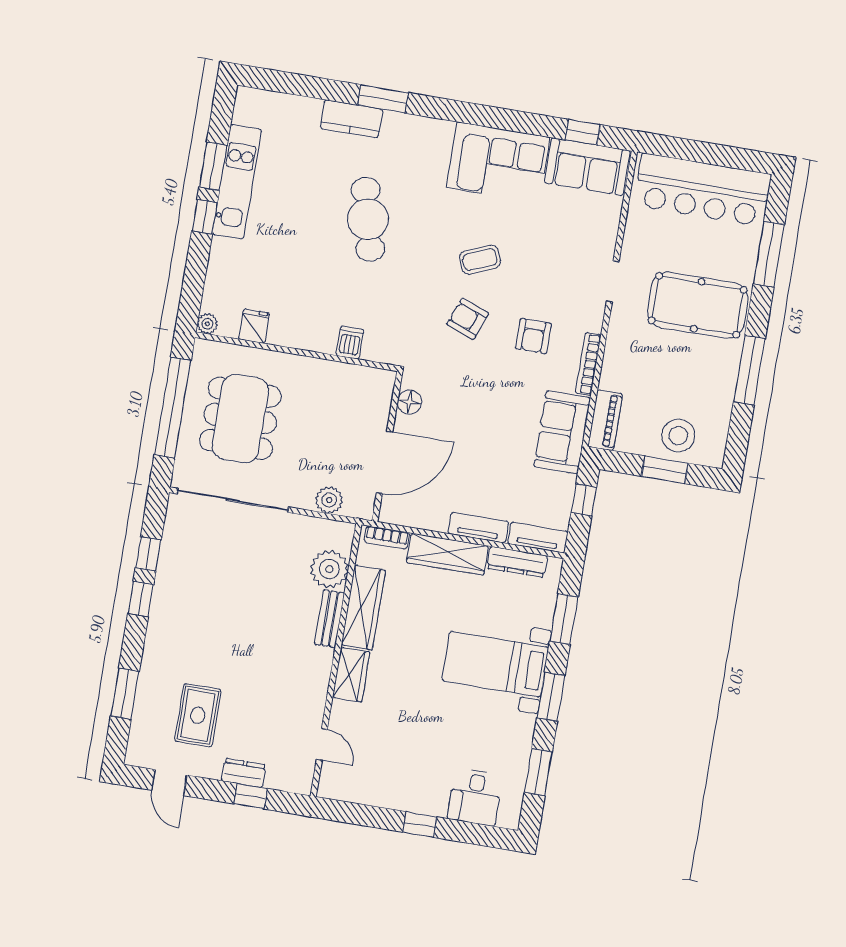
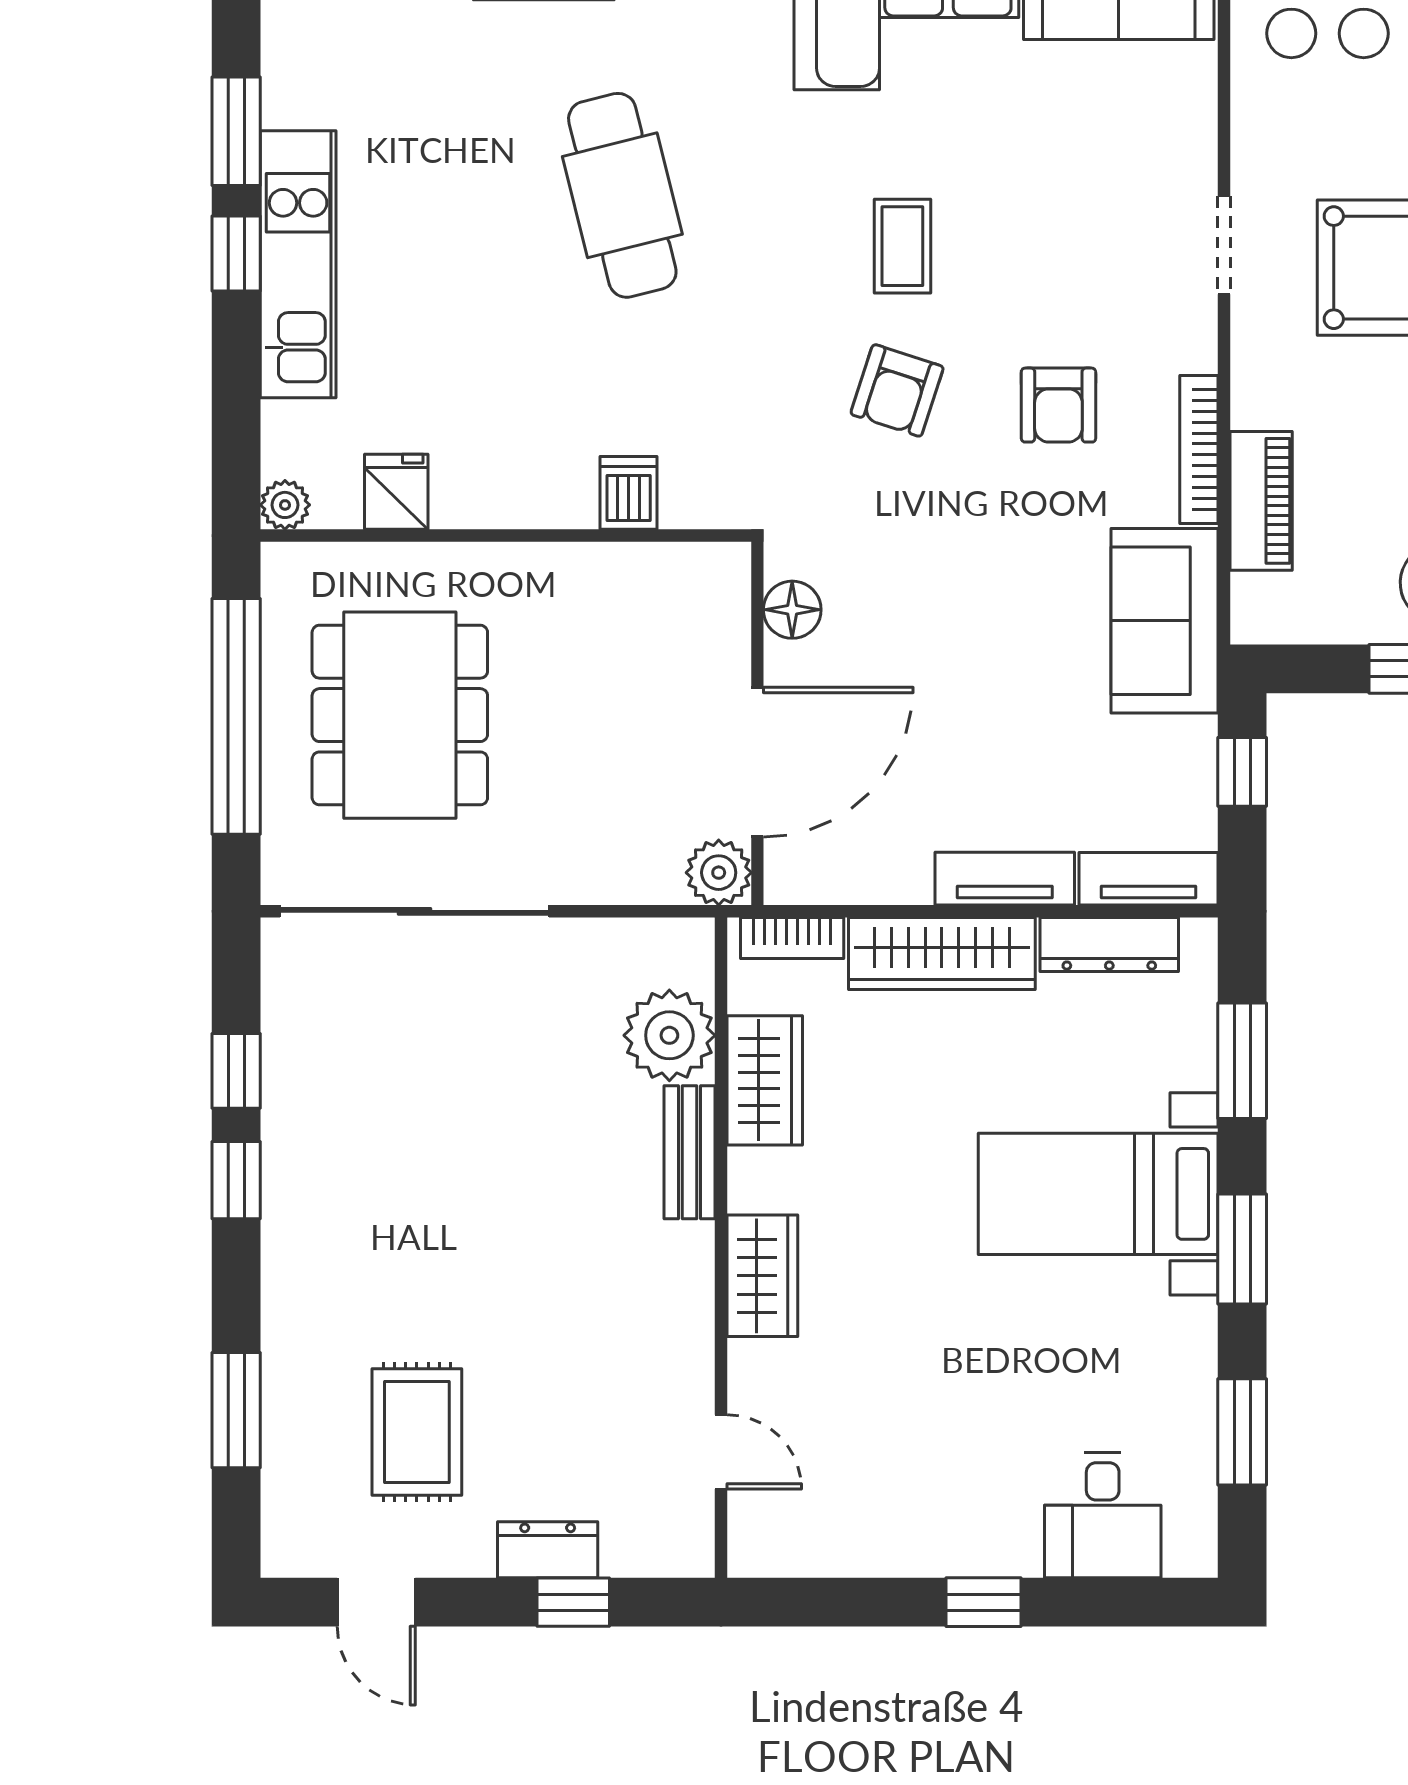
kitchen unit: (237, 182) -> (298, 264), moved
coffee table: (480, 260) -> (902, 246), turned -67
armchair: (468, 319) -> (897, 390), turned -93
piano: (605, 420) -> (1261, 501), moved
plant: (329, 500) -> (719, 873), moved
wardrobe: (363, 608) -> (765, 1080), width x0.67

